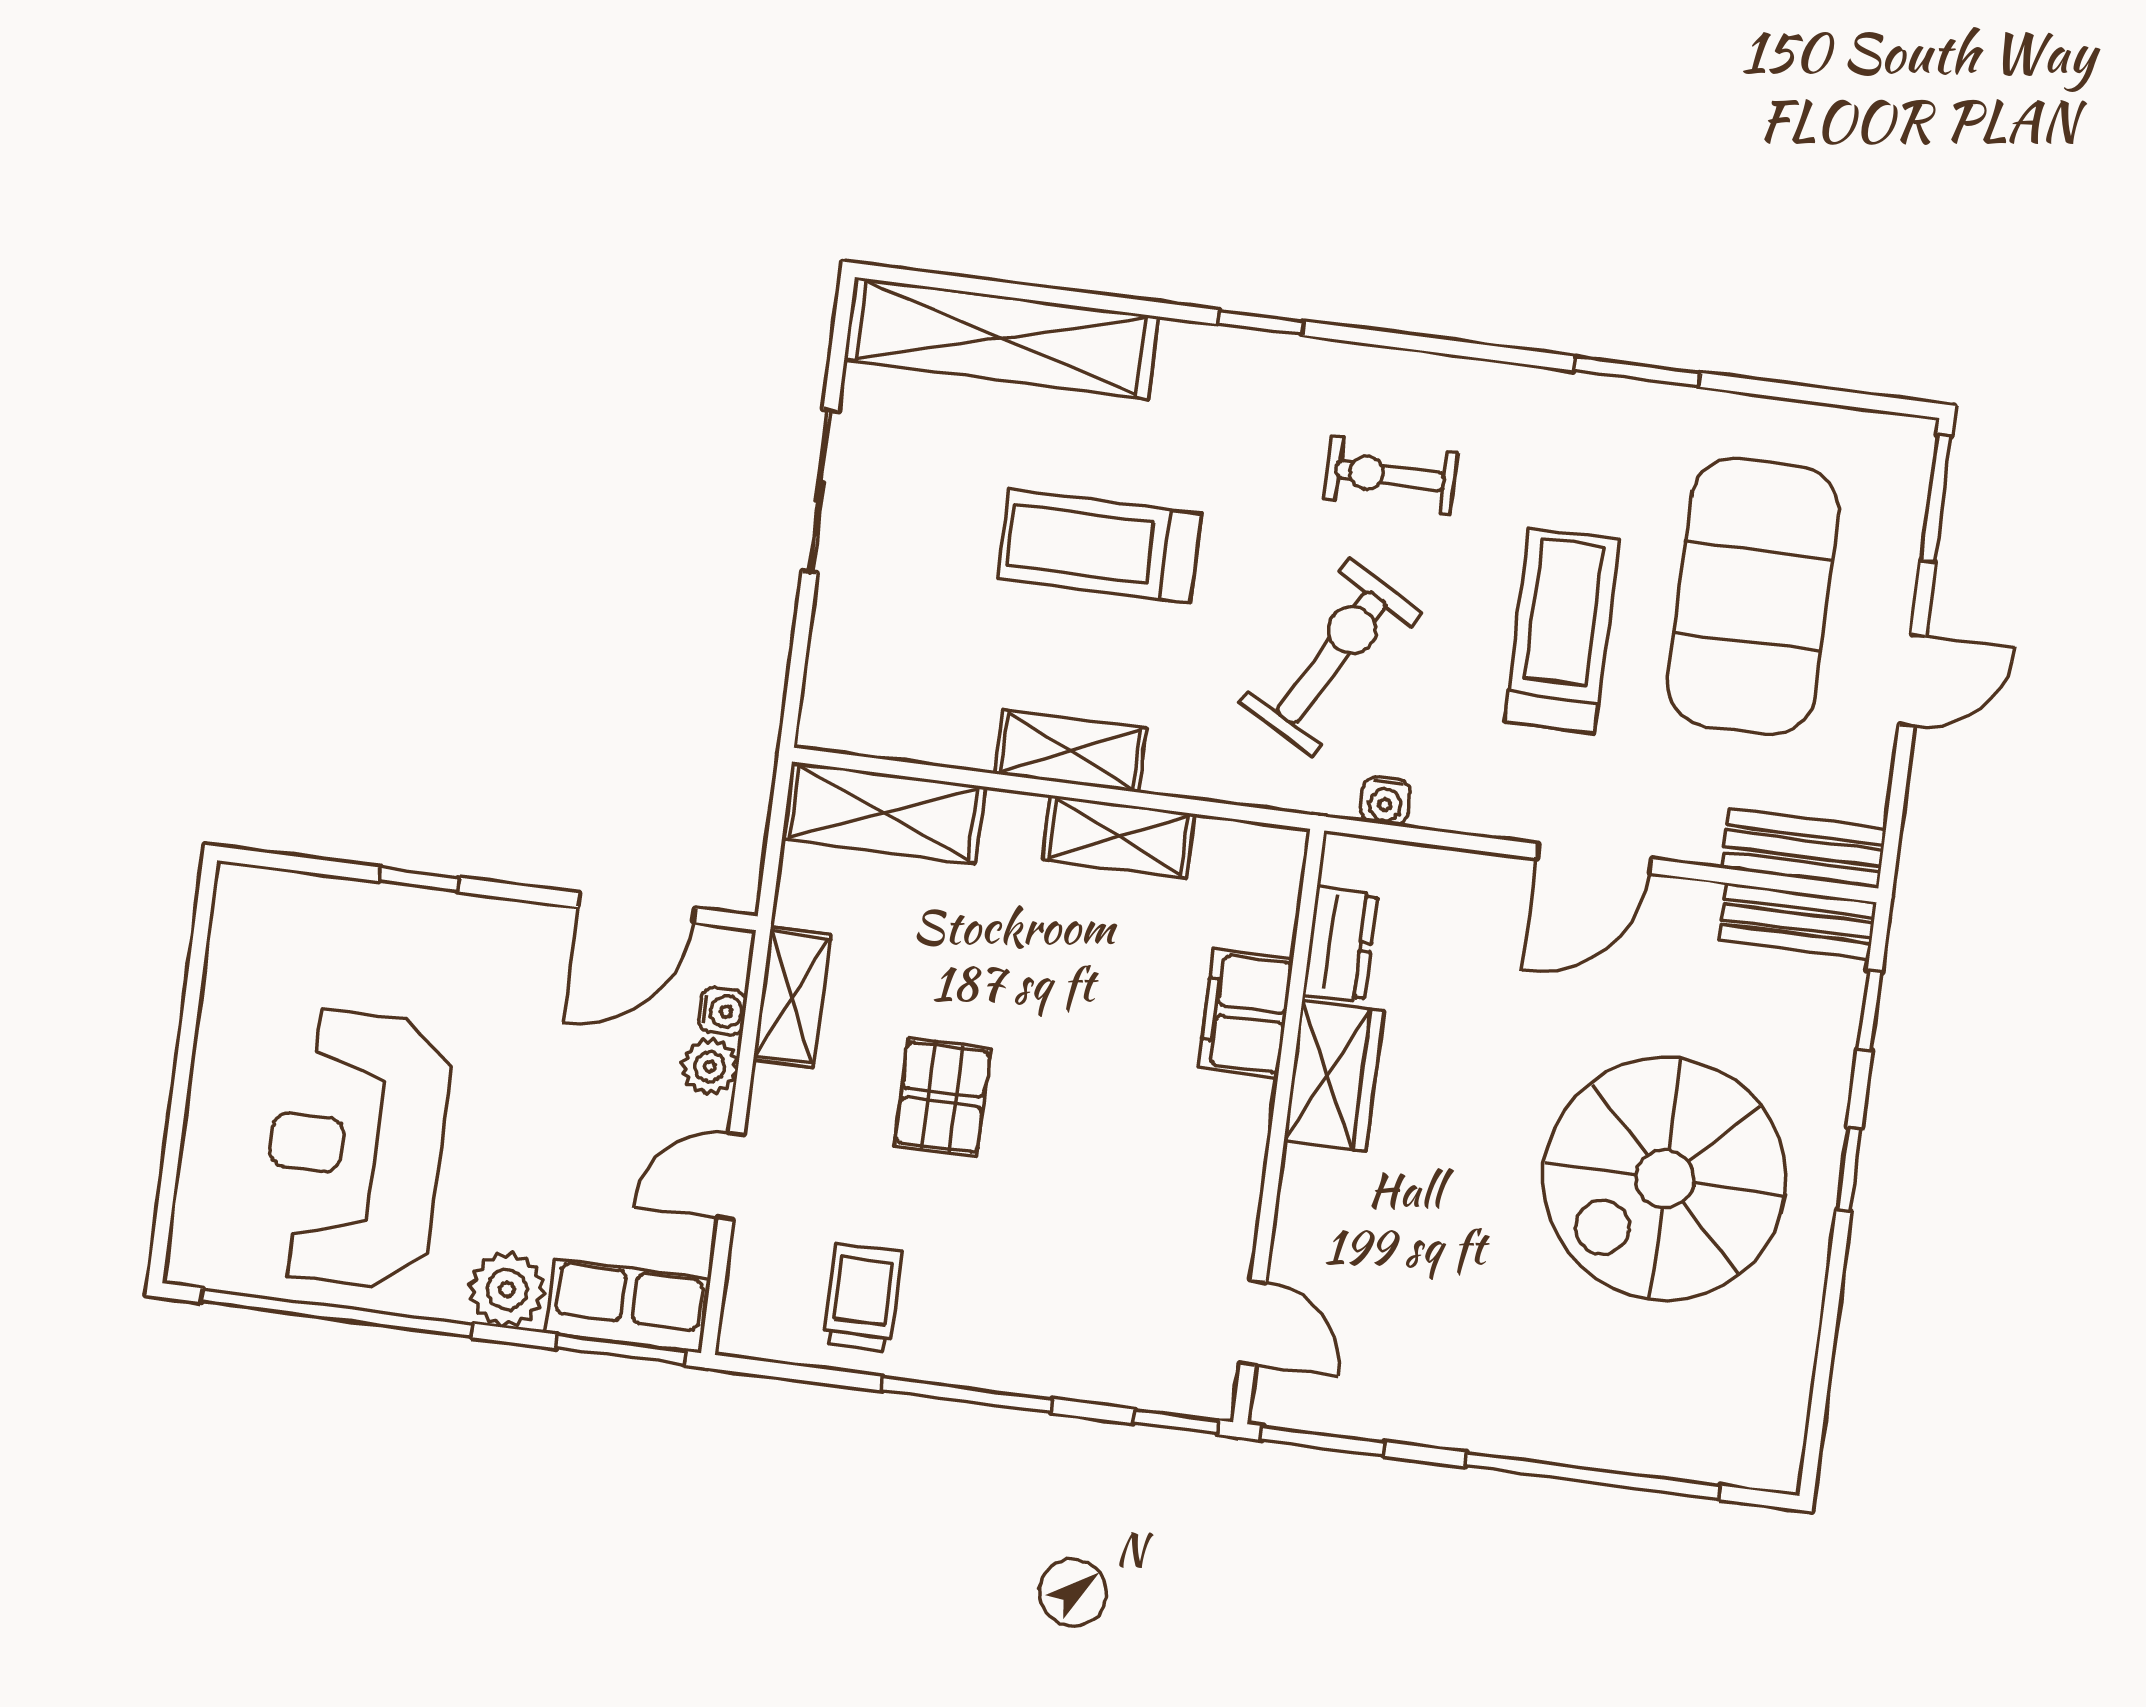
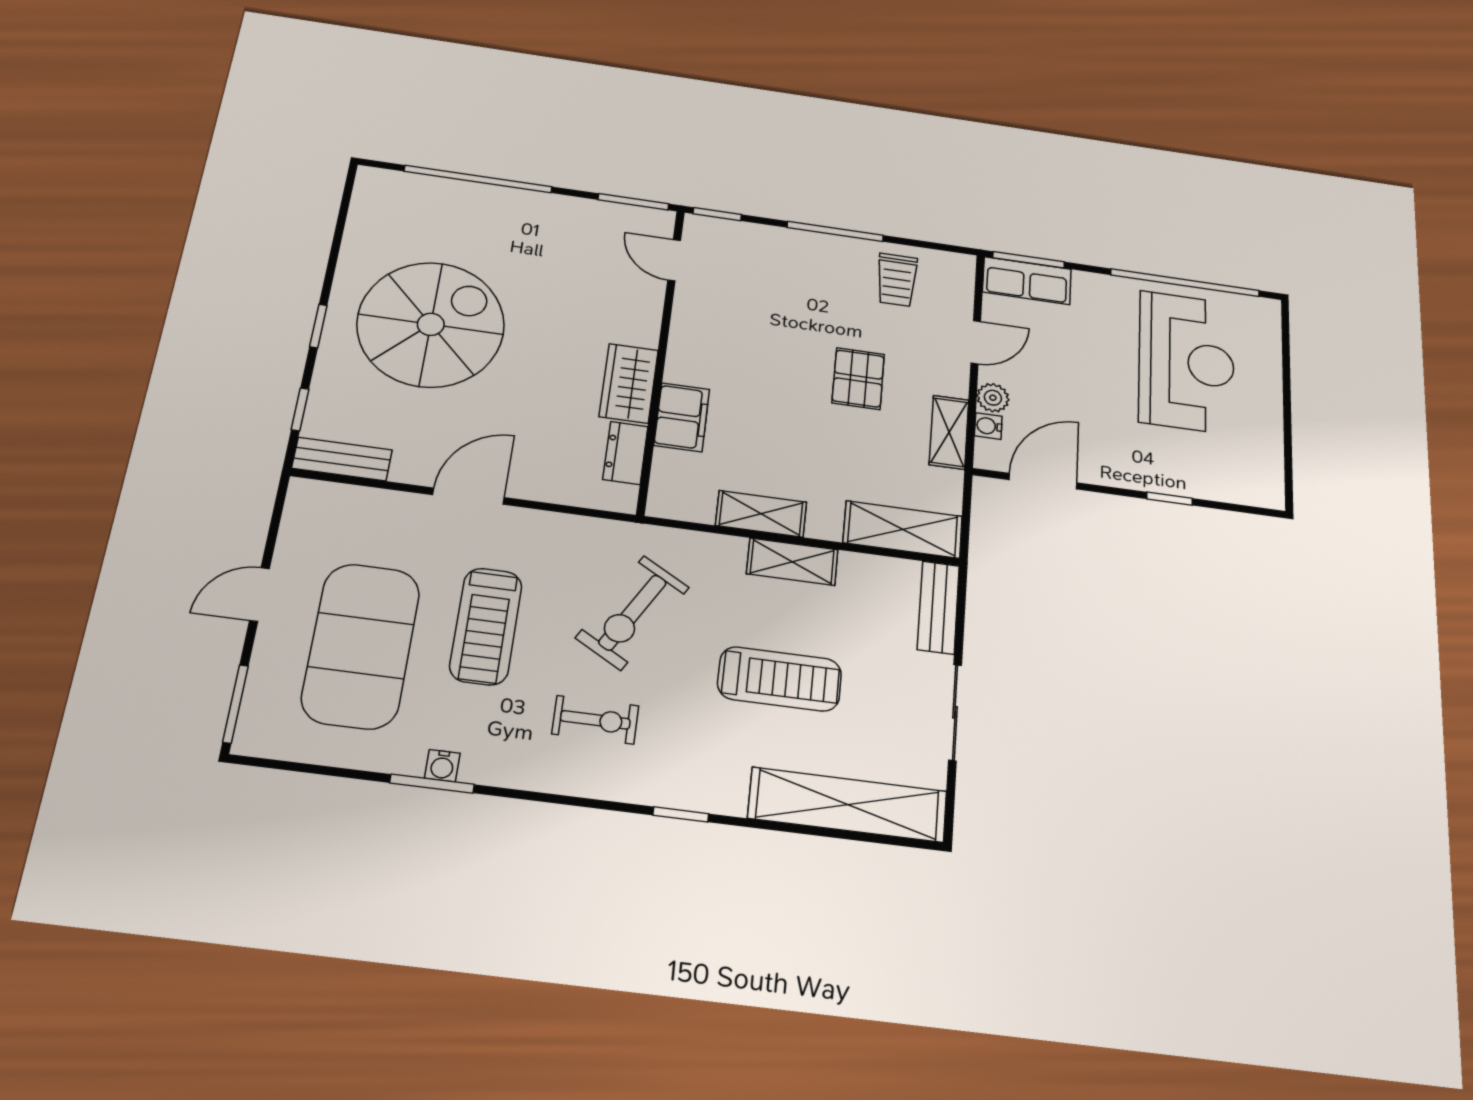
water cooler: (1385, 801) -> (442, 766), moved, turned 180
bench: (1804, 848) -> (938, 607), moved, turned 90
plant: (507, 1290) -> (1094, 291), removed

